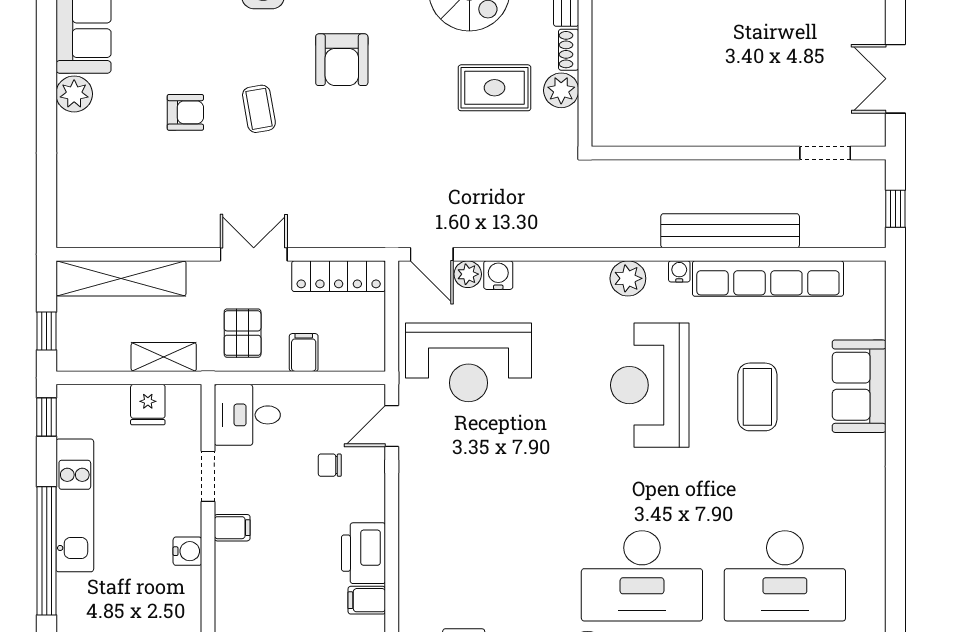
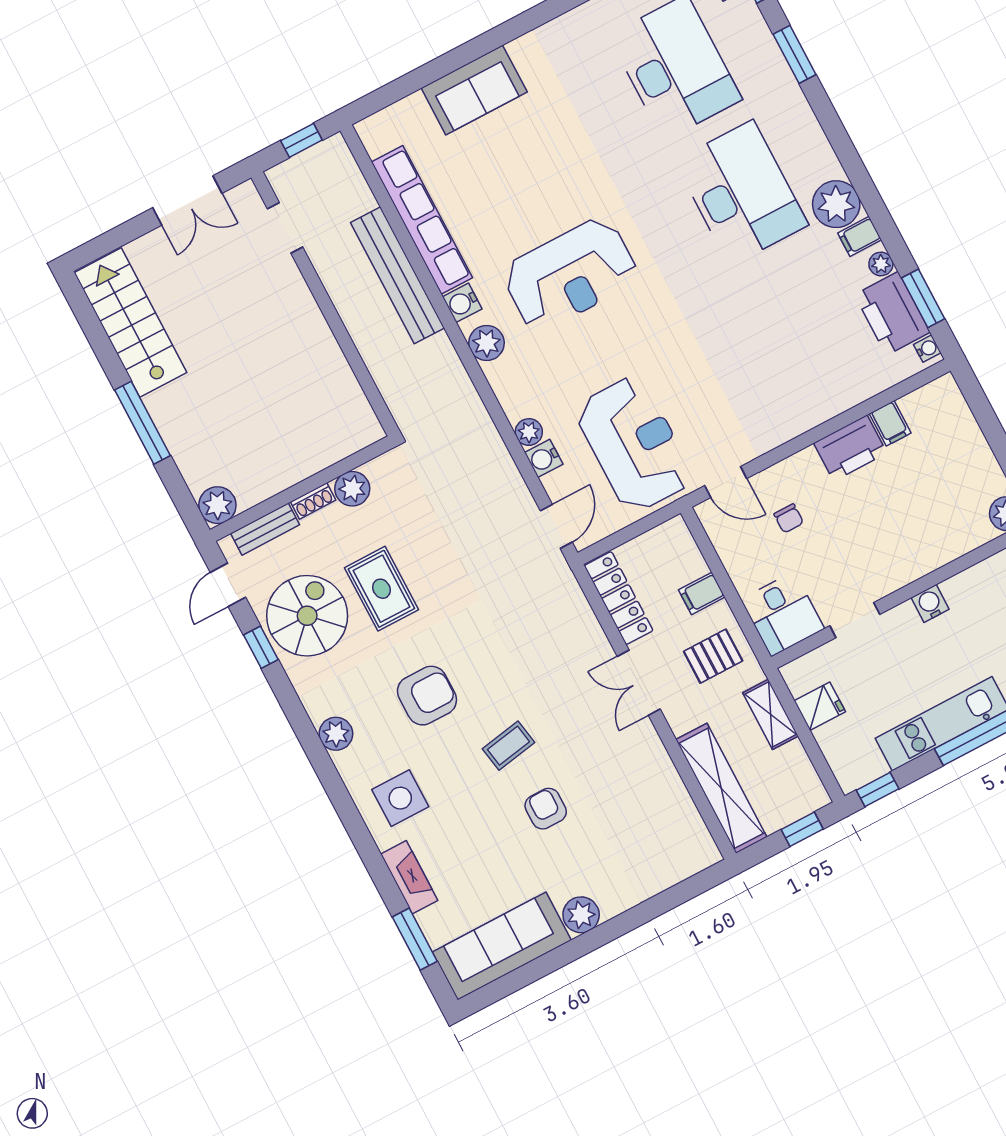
rug: (495, 88) -> (381, 589), moved
water cooler: (679, 271) -> (462, 303), width x1.38, depth x1.38
plant: (468, 274) -> (529, 432), moved
coffee table: (757, 397) -> (531, 174), removed
filing cabinet: (232, 528) -> (889, 575), removed

